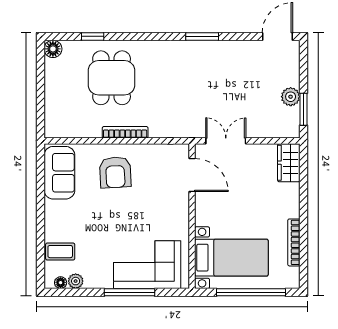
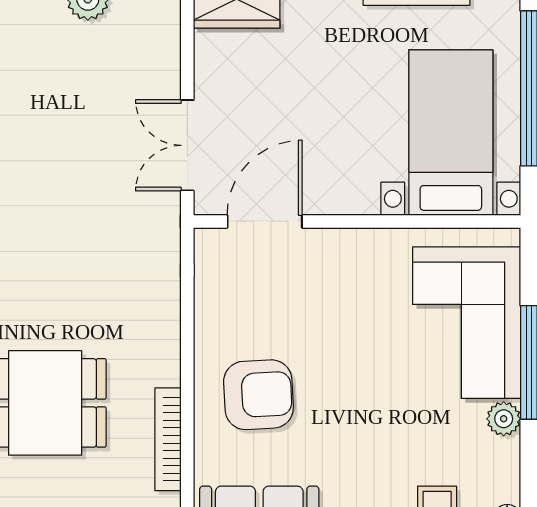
bookcase: (125, 132) -> (168, 439), moved
plant: (76, 281) -> (504, 419), moved

